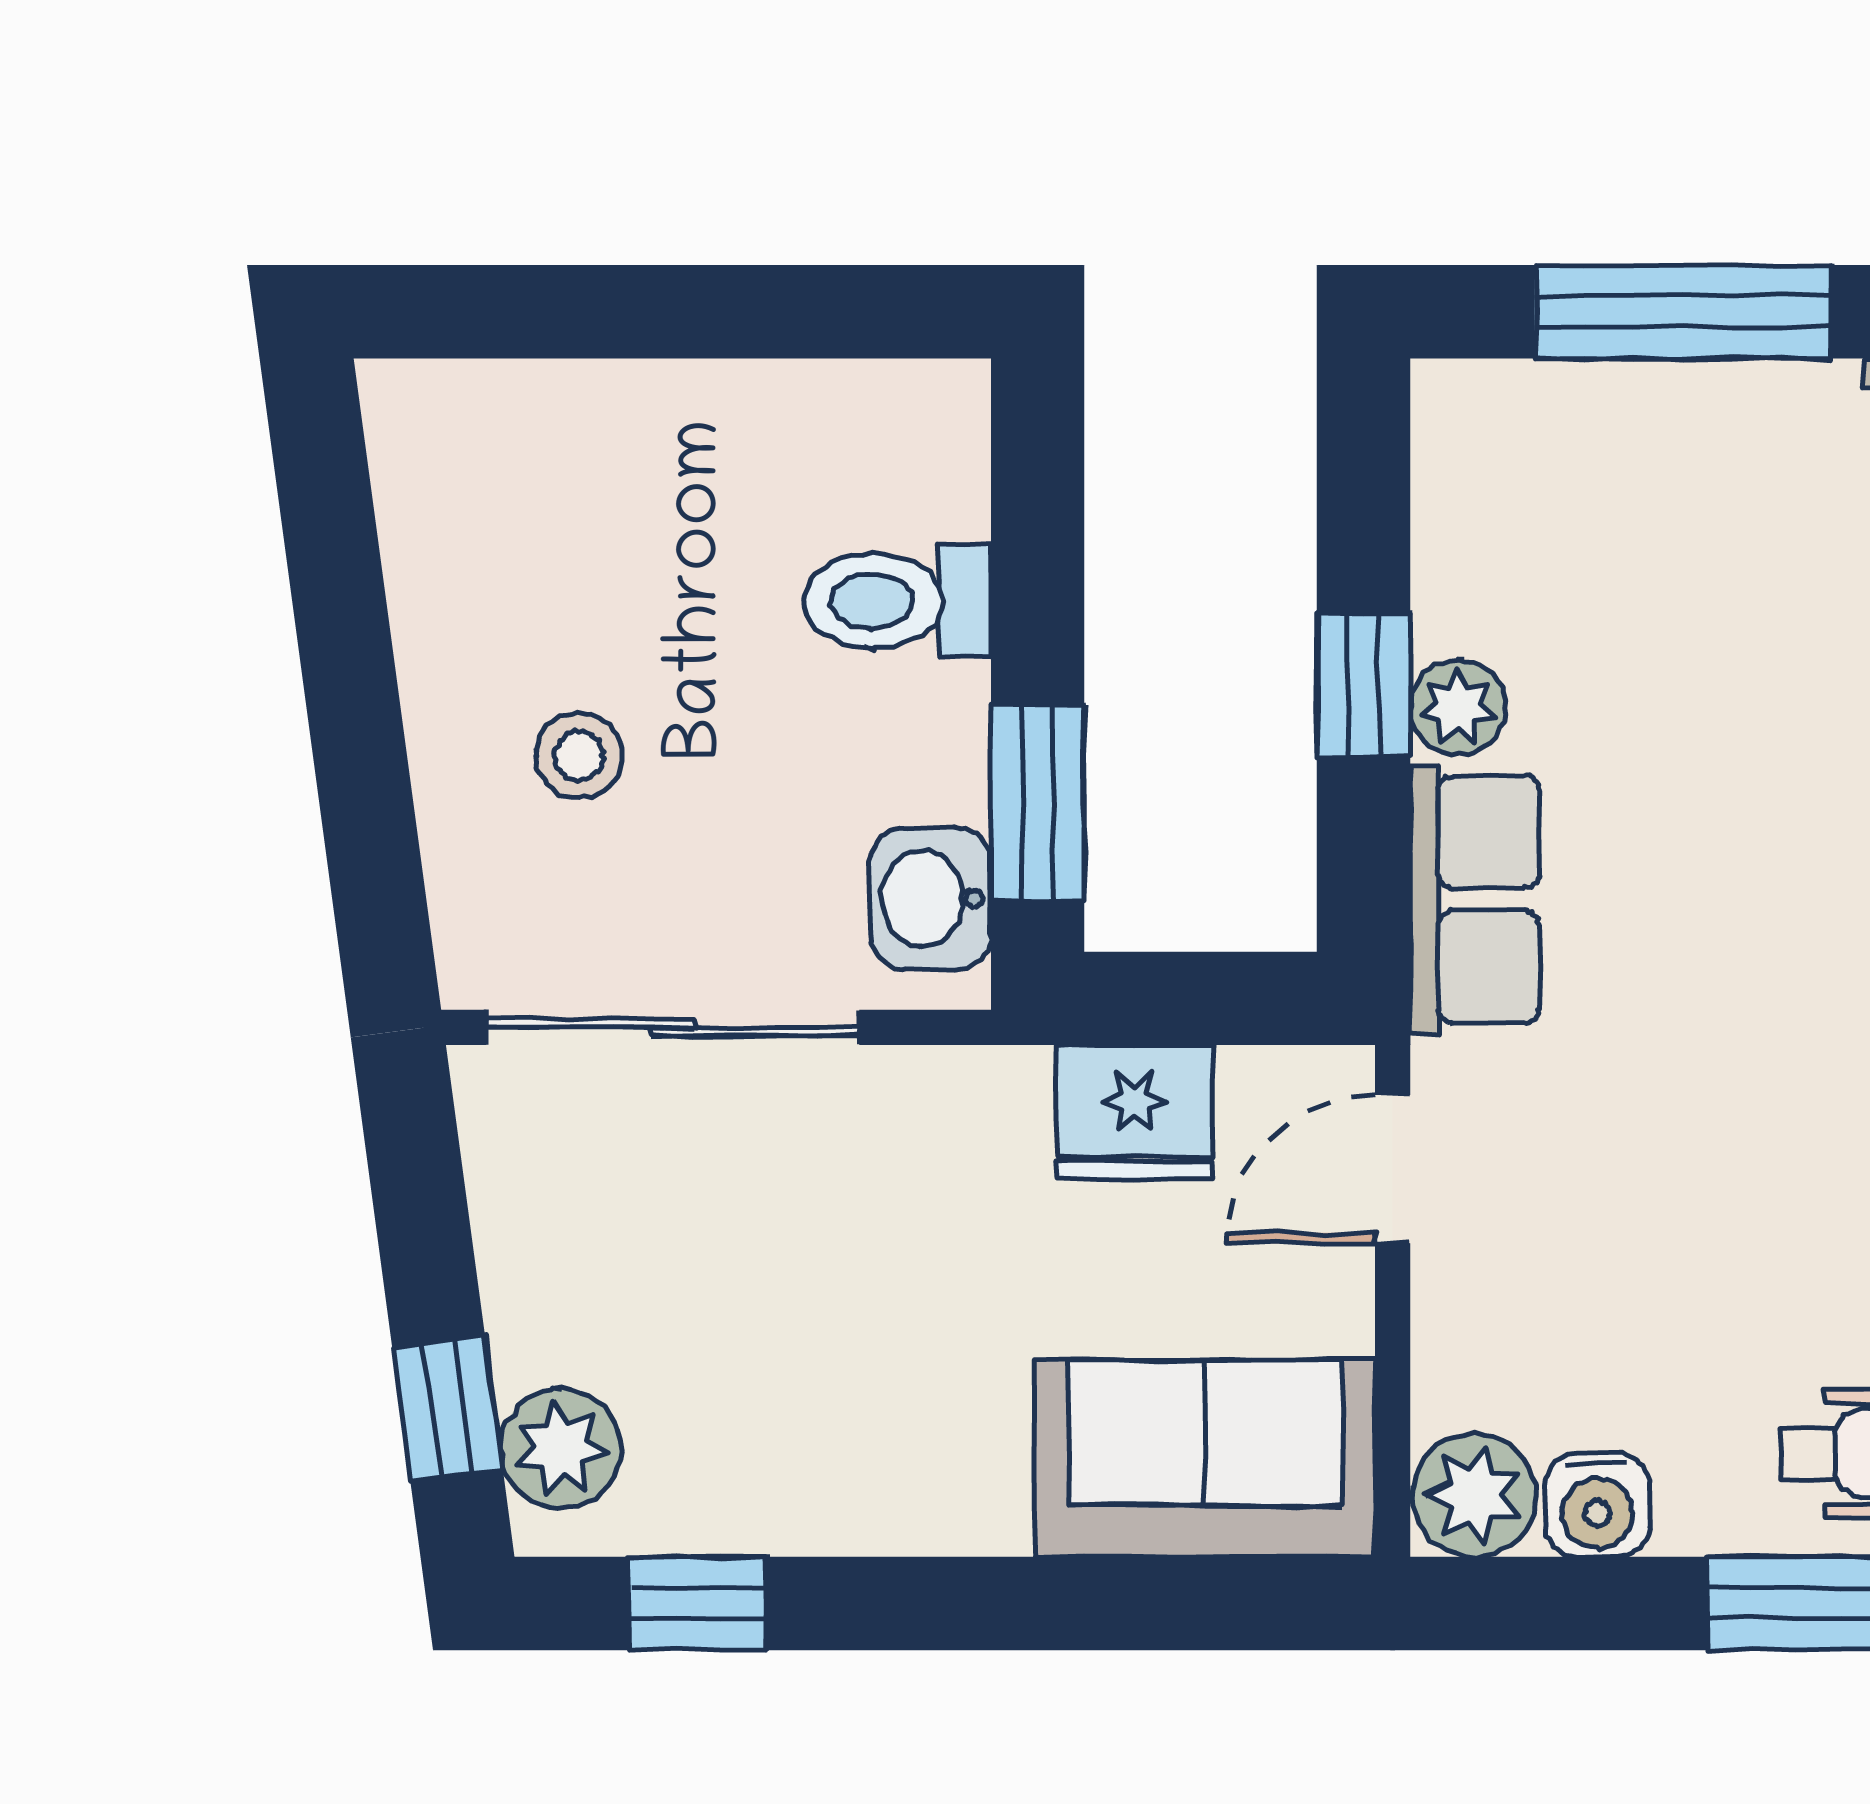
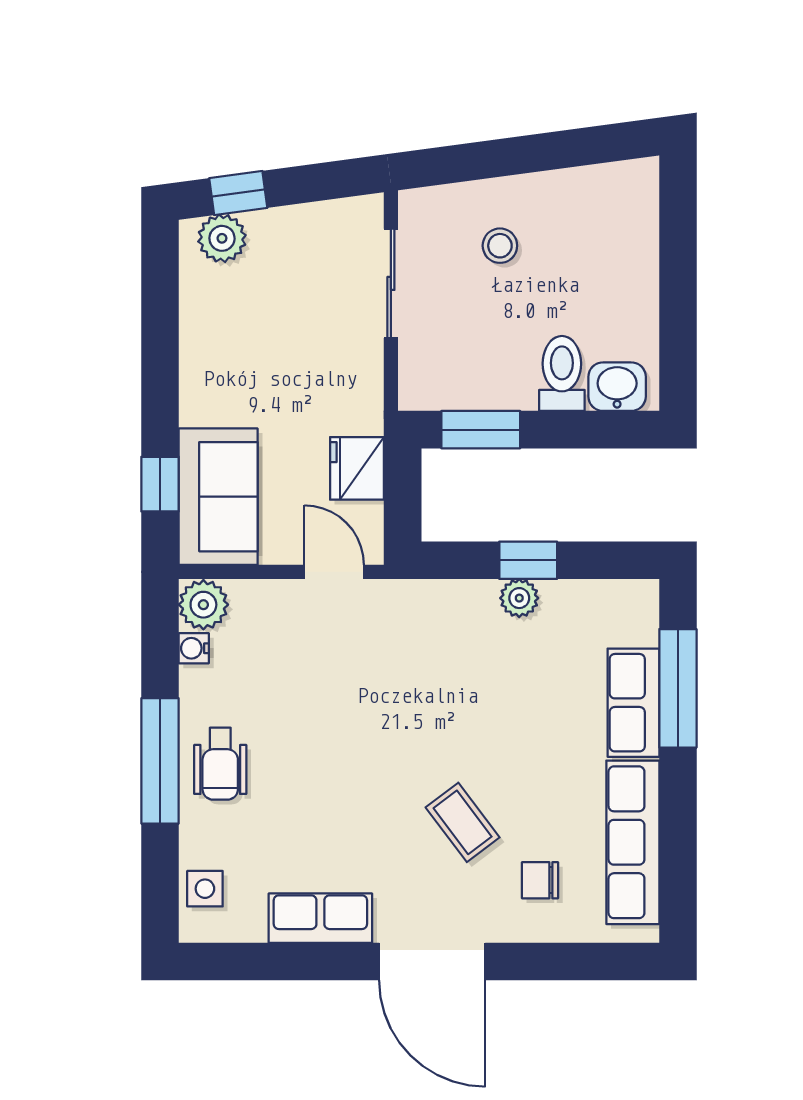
washbasin: (931, 898) -> (617, 387), moved
row of seats: (1475, 899) -> (633, 703), moved, turned 90
sliding door: (673, 1027) -> (391, 283), width x0.73
water cooler: (1597, 1505) -> (194, 648), width x0.72, depth x0.72
window: (698, 1603) -> (160, 484), moved

